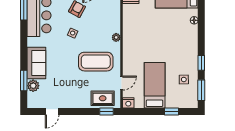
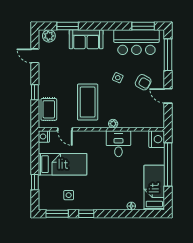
desk: (135, 32) -> (118, 144), added
plant: (33, 86) -> (49, 36), moved
window: (106, 111) -> (35, 92), moved

